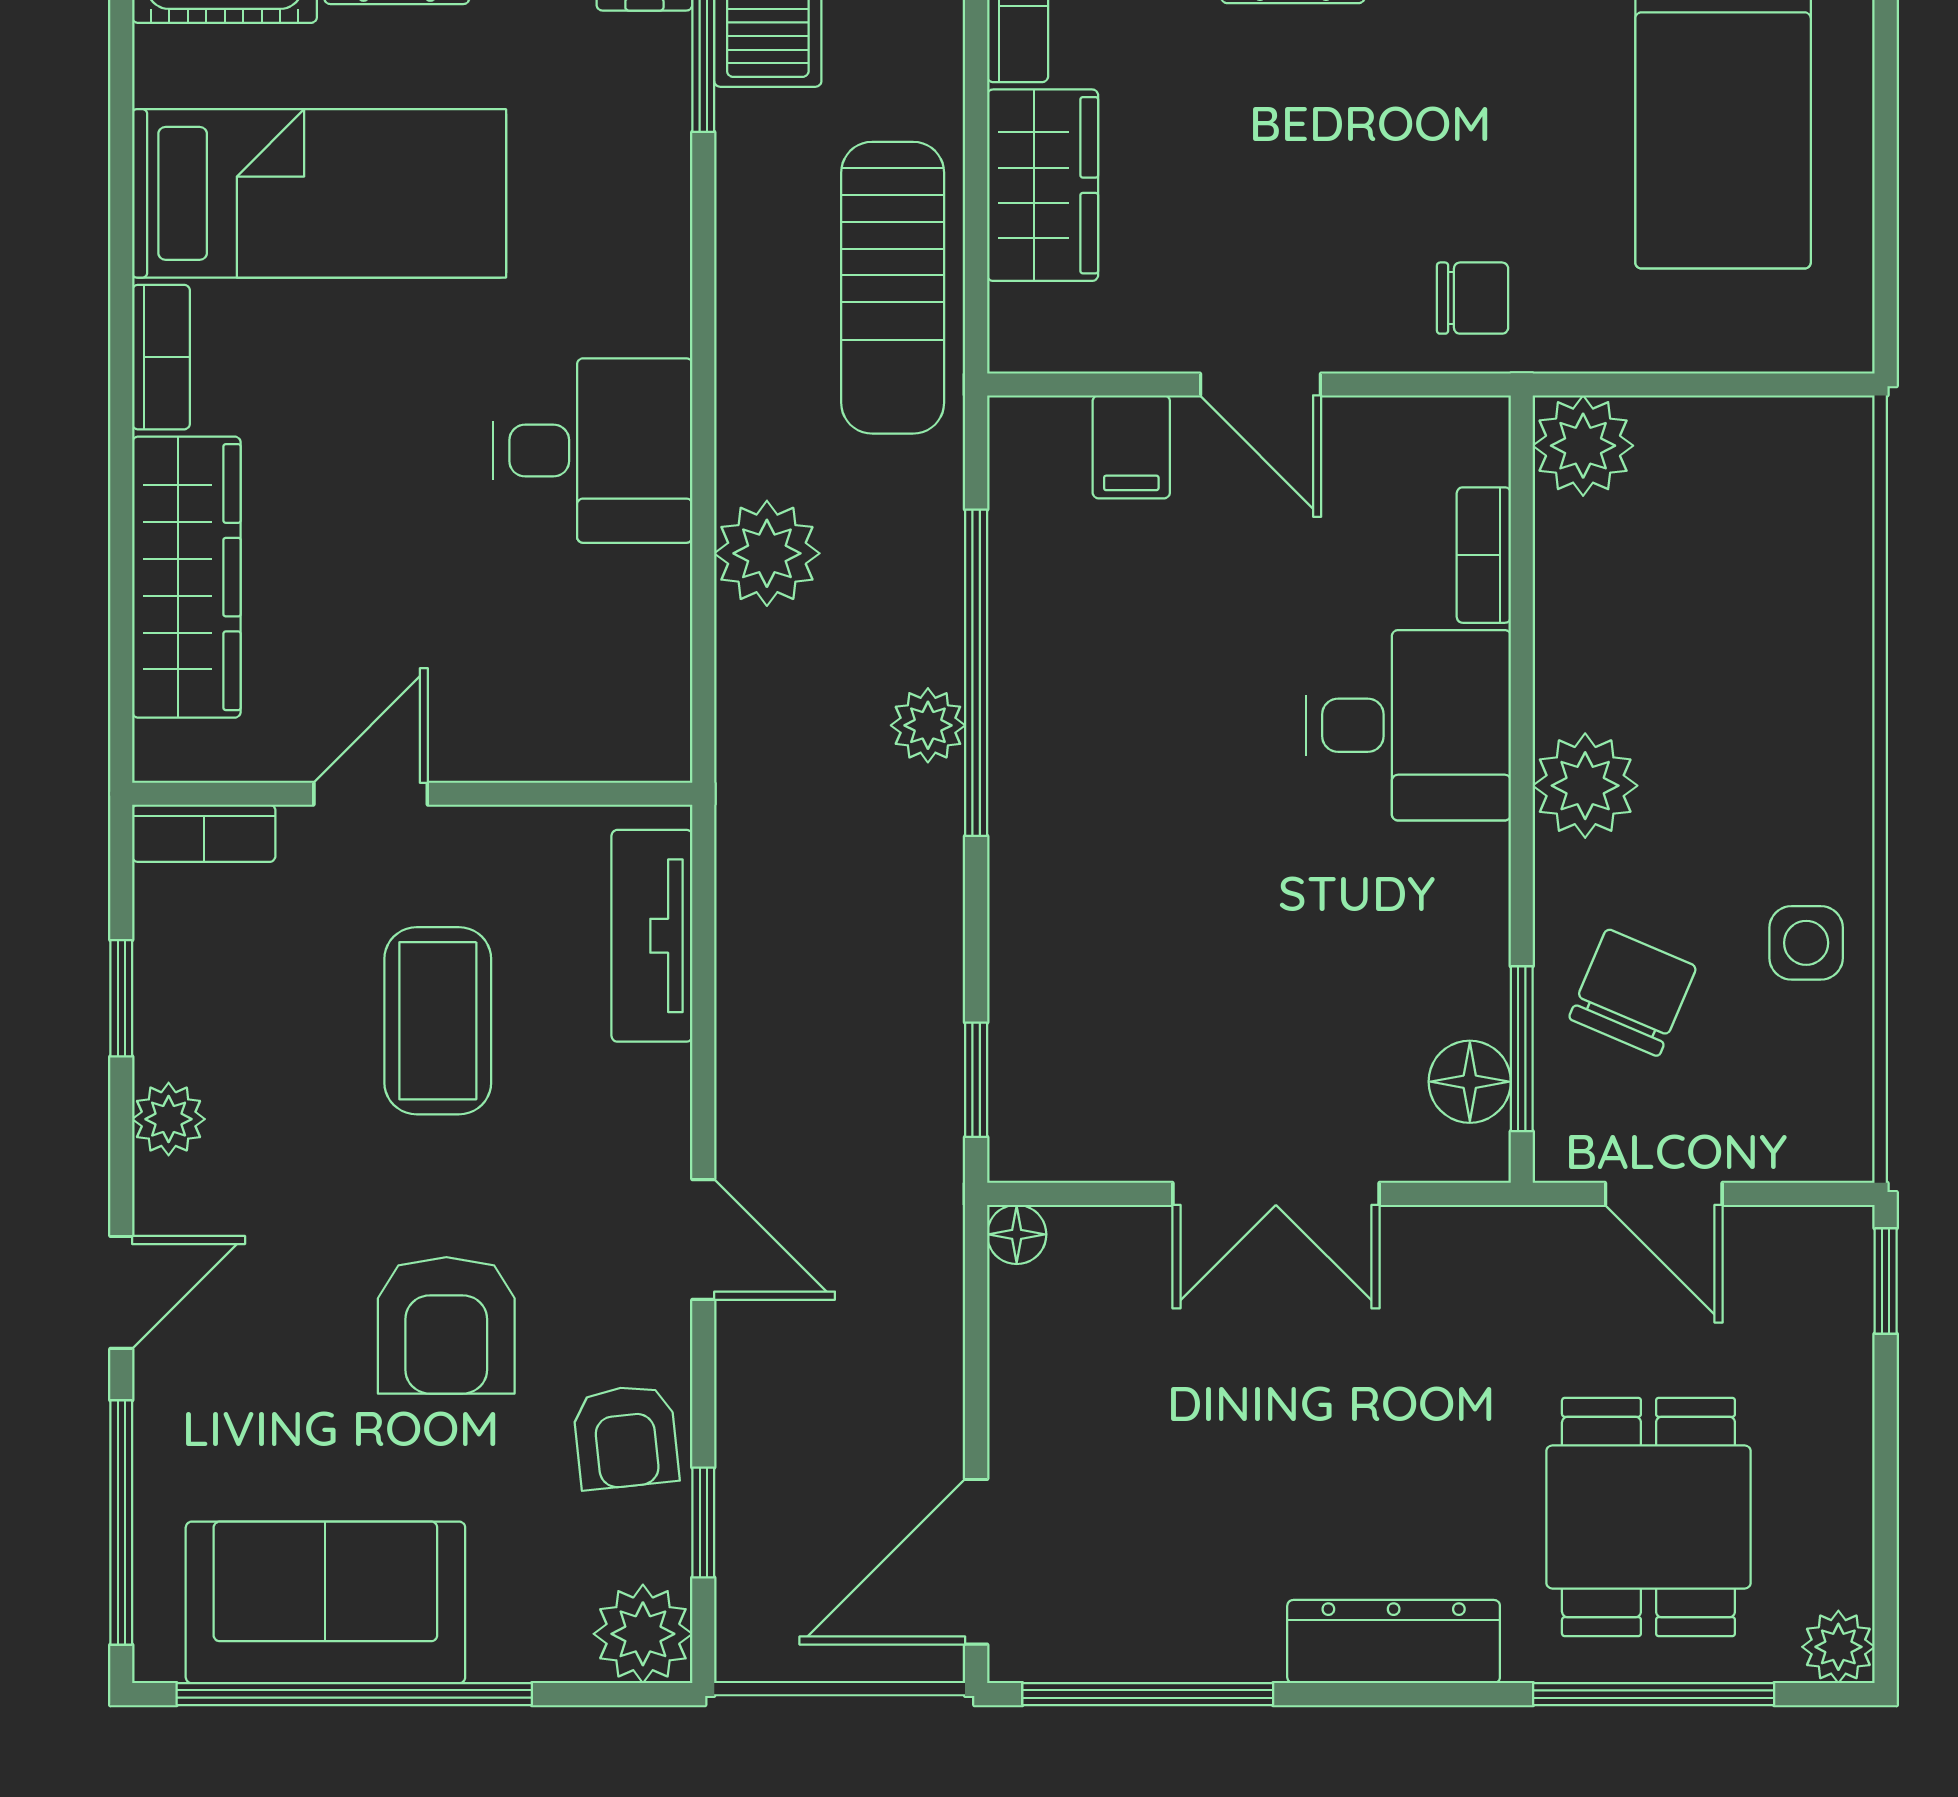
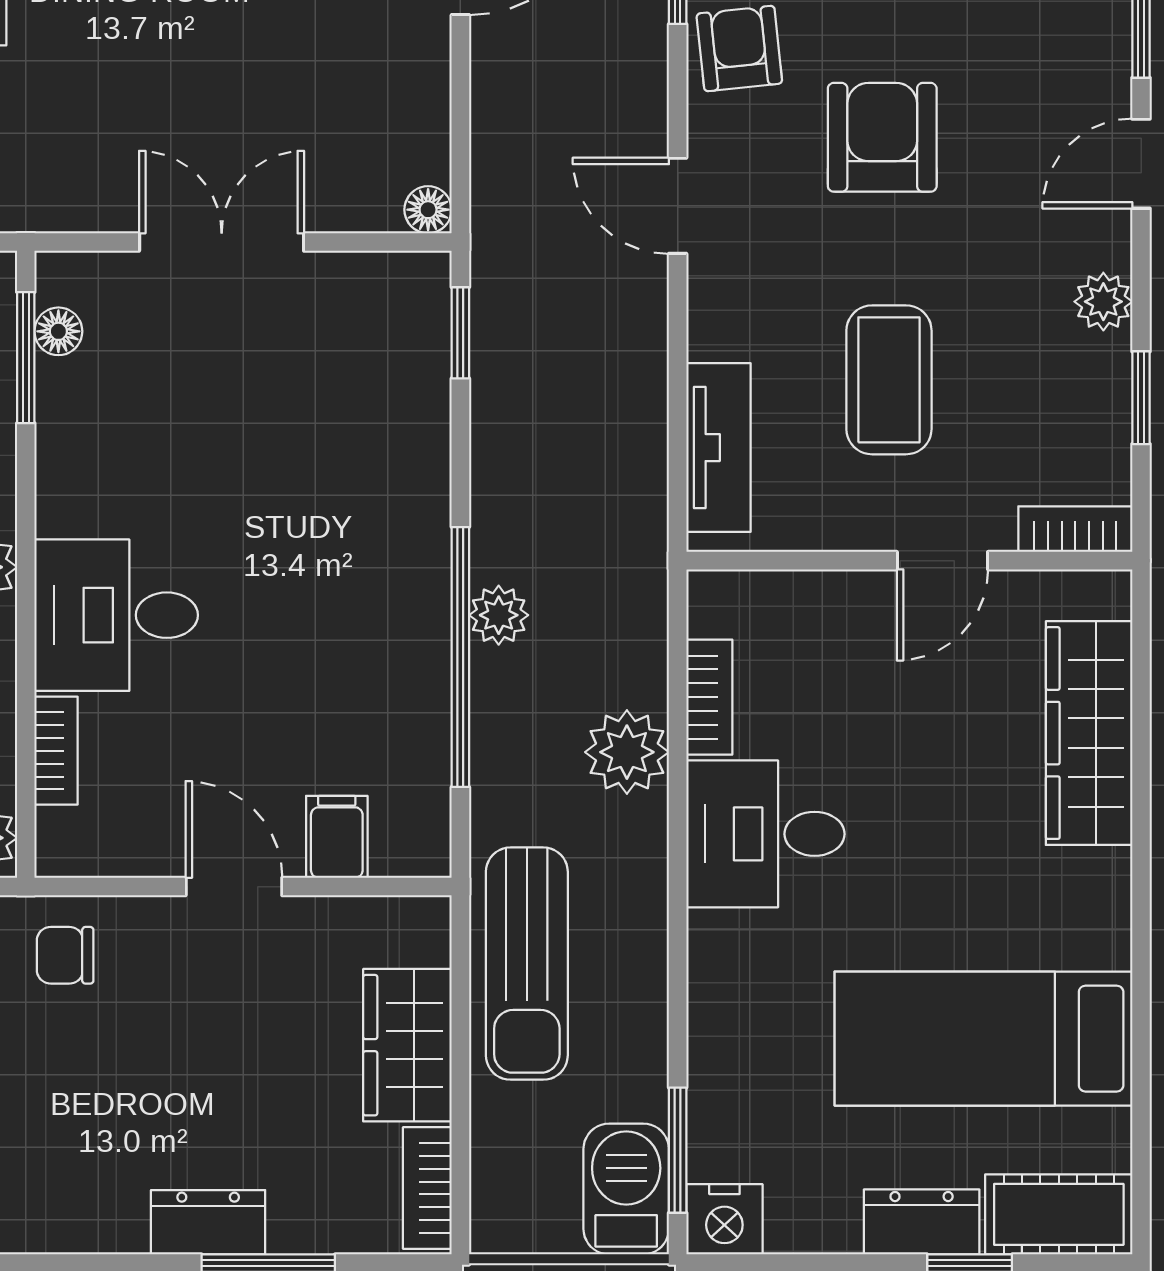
sun lounger: (893, 288) -> (527, 964), turned 180
bookcase: (161, 357) -> (709, 697), moved, turned 180
floor lamp: (1470, 1082) -> (58, 331), width x0.73, depth x0.73

